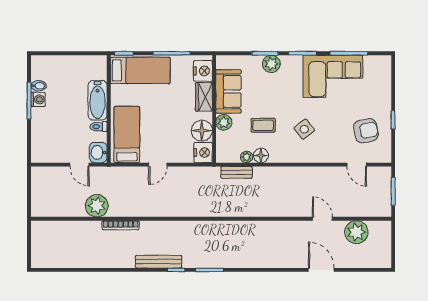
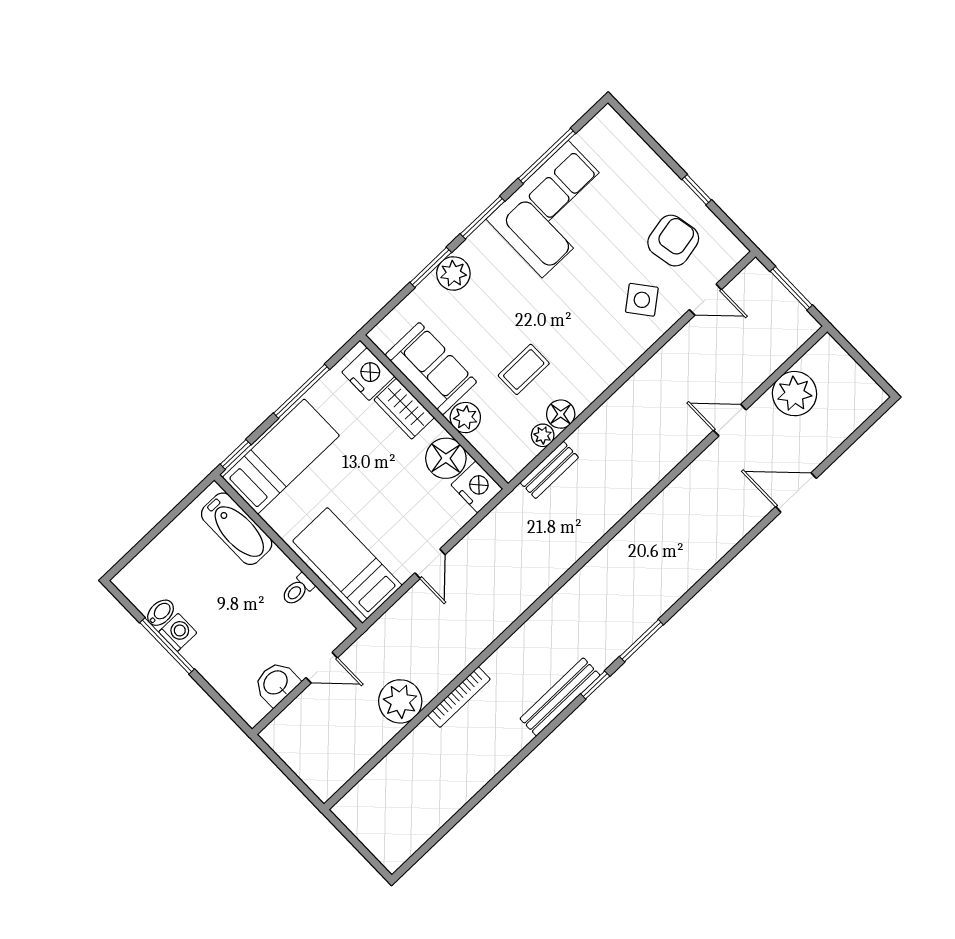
bathtub: (98, 100) -> (237, 529), moved
side table: (304, 129) -> (642, 300), moved
washbasin: (98, 152) -> (276, 683), moved, turned 90

